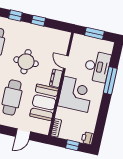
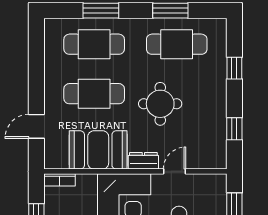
window: (38, 21) -> (234, 129), moved
door: (23, 134) -> (36, 126), hinge flipped

